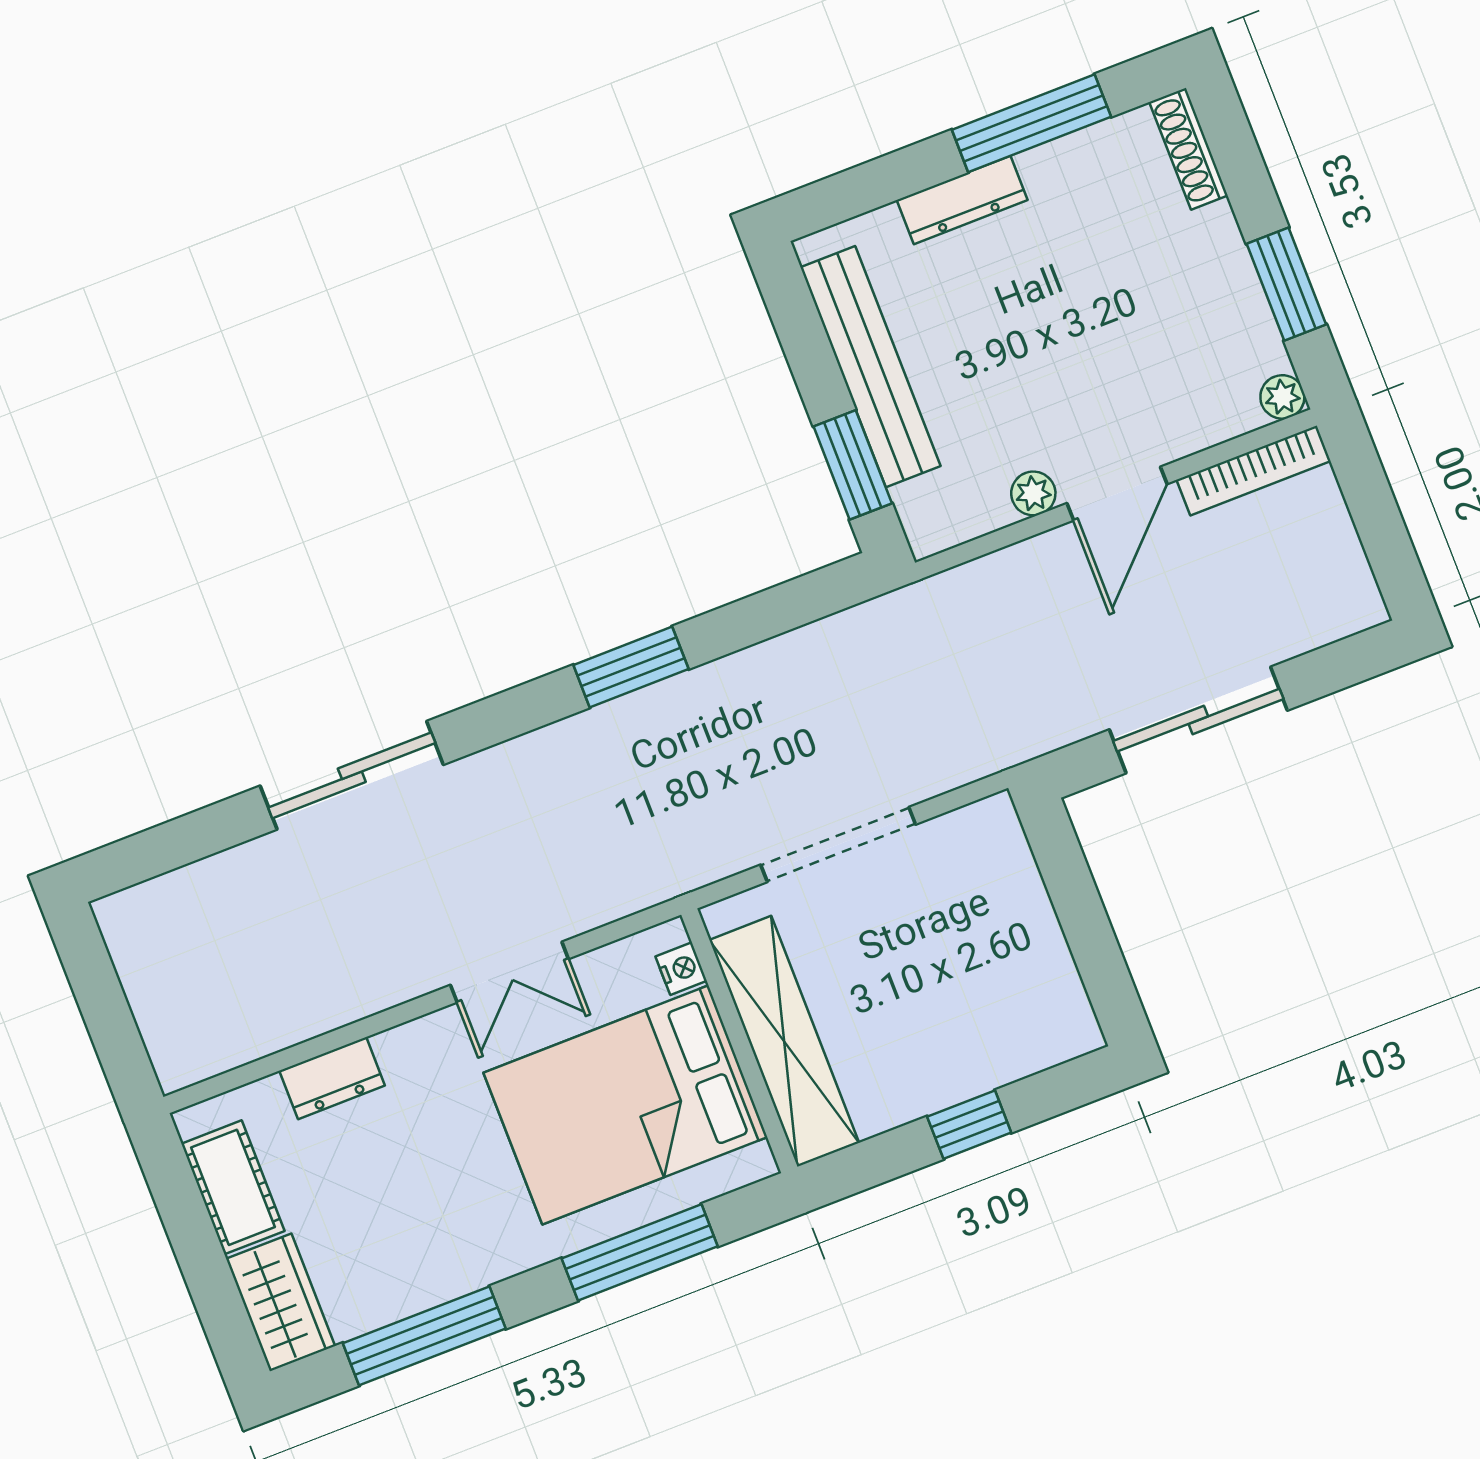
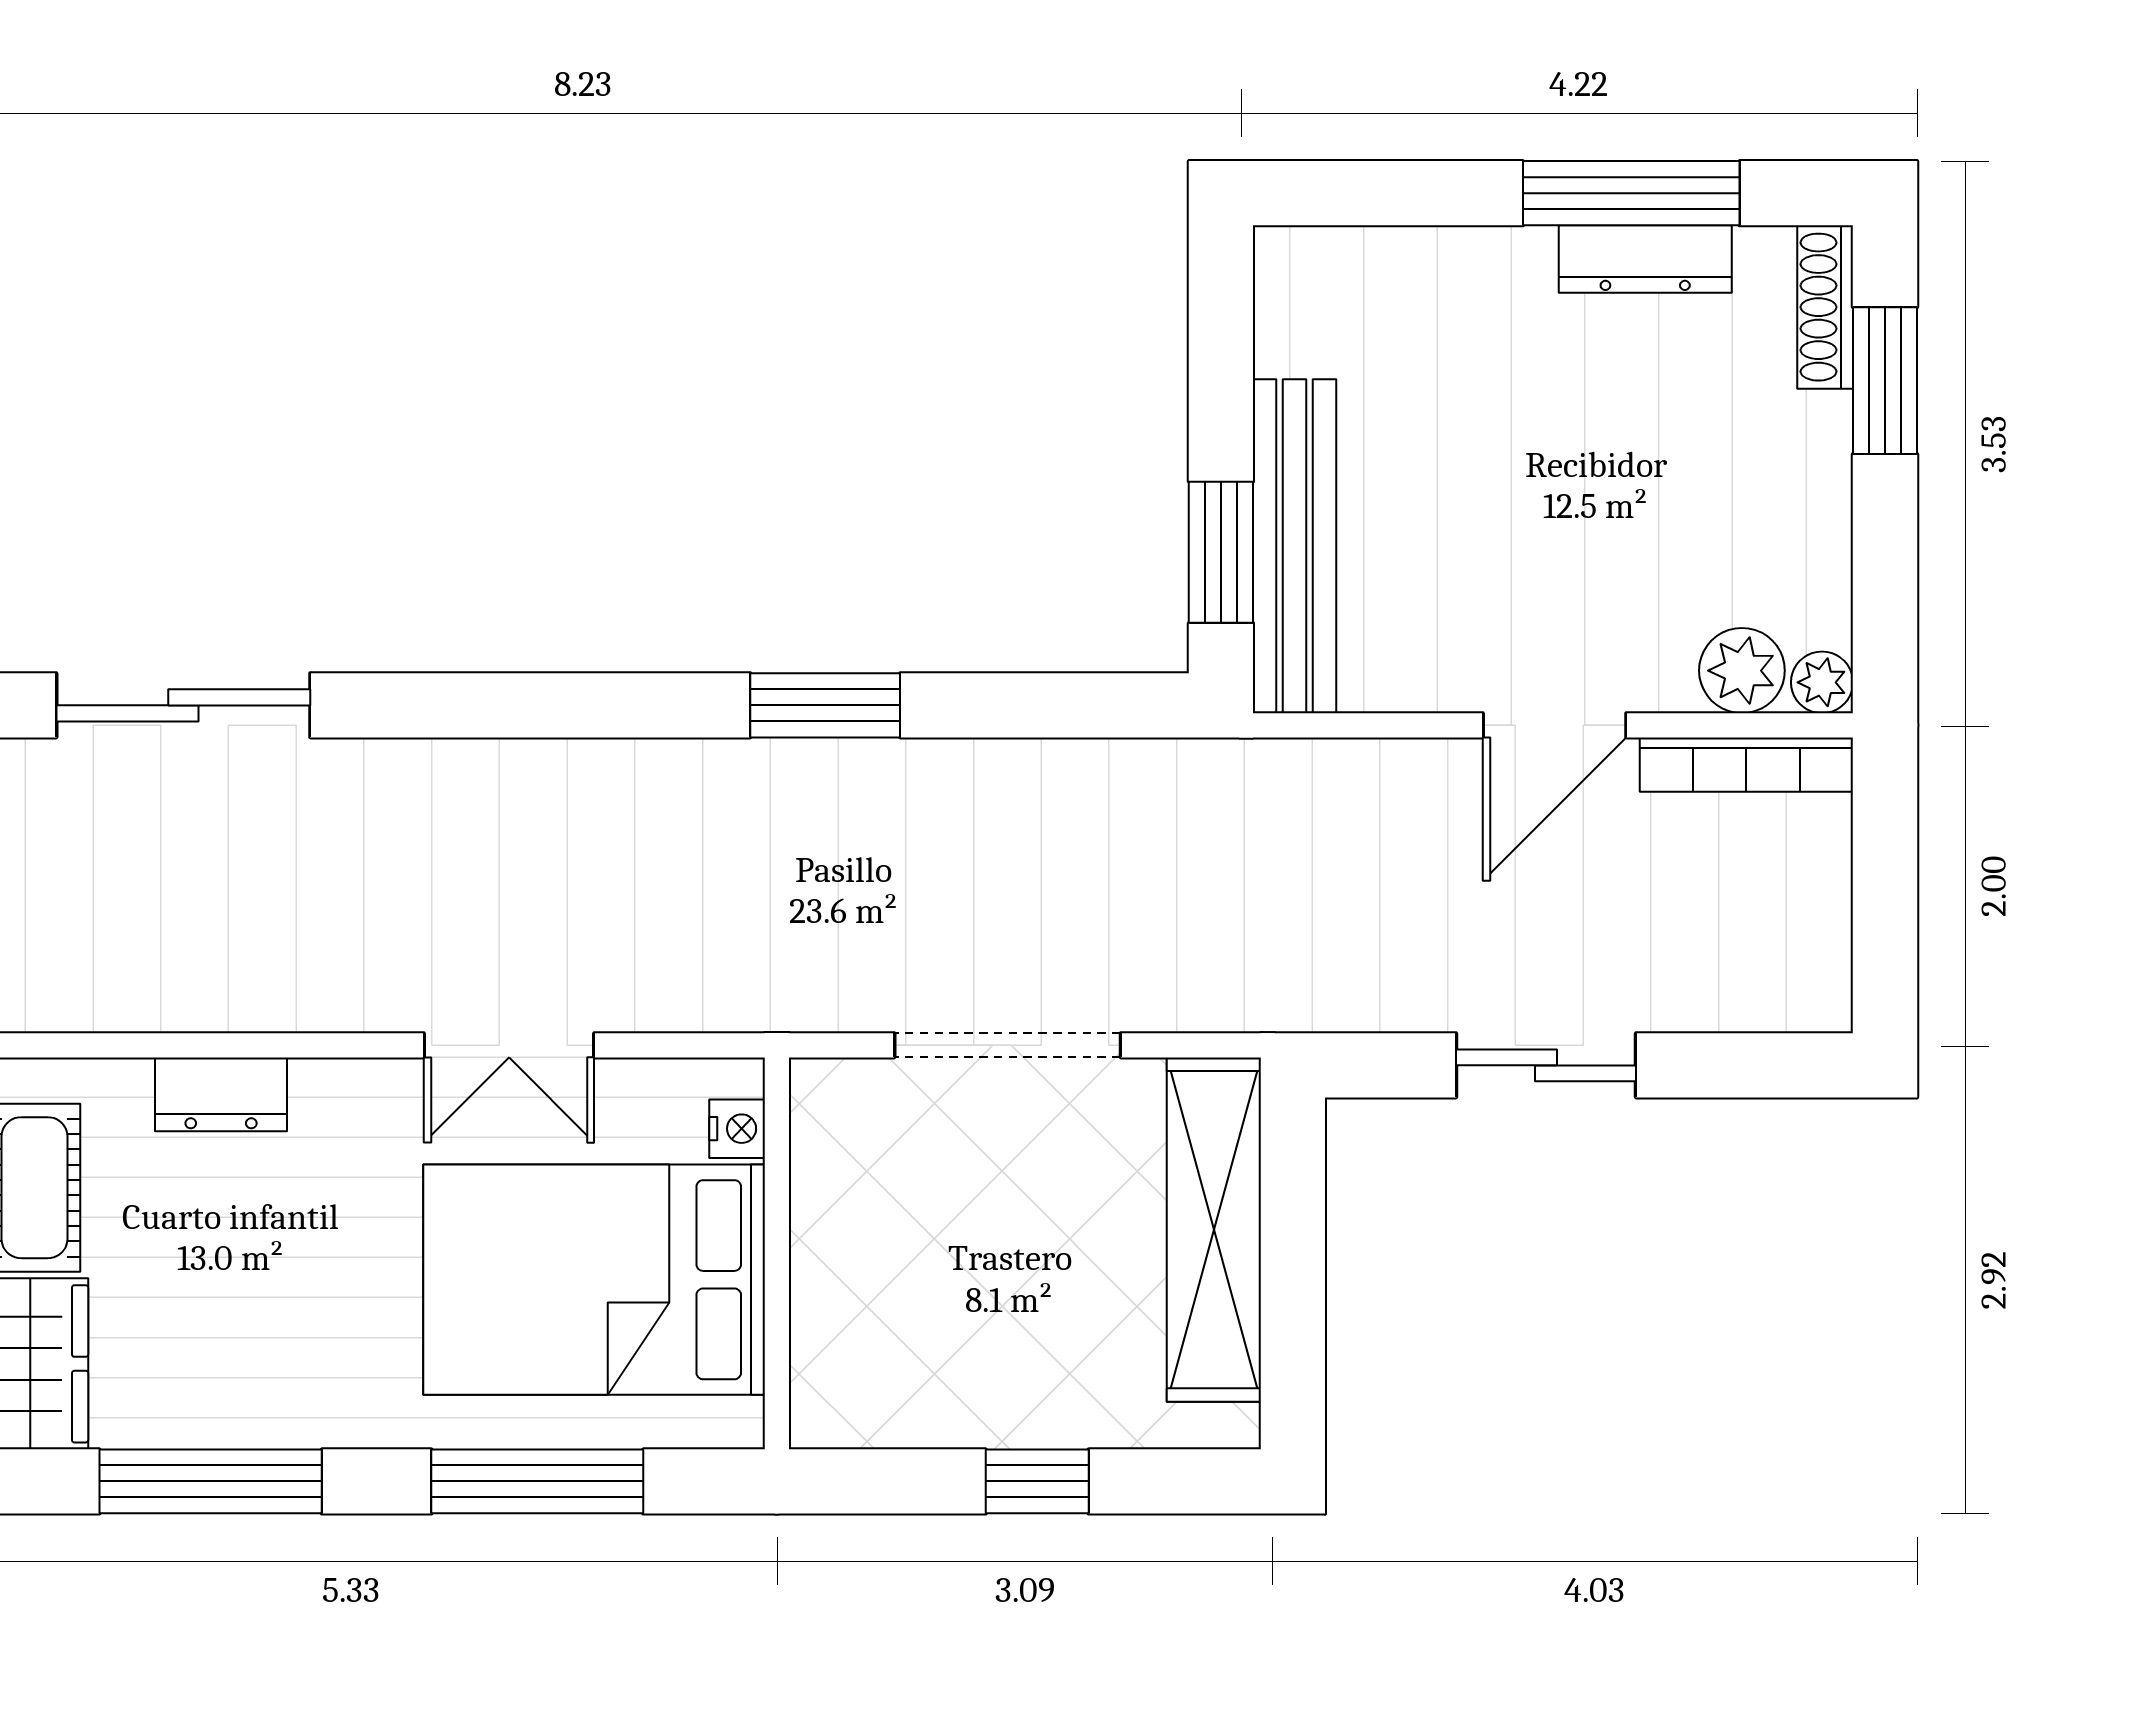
dresser: (962, 200) -> (1645, 259), moved
window: (1286, 284) -> (1885, 381), moved
bench: (870, 367) -> (1294, 546), moved
plant: (1033, 493) -> (1742, 671), moved, width x1.38, depth x1.38
sliding door: (1198, 720) -> (1546, 1065), width x0.73
sliding door: (352, 775) -> (183, 705), moved
shelving: (784, 1041) -> (1214, 1230), moved

